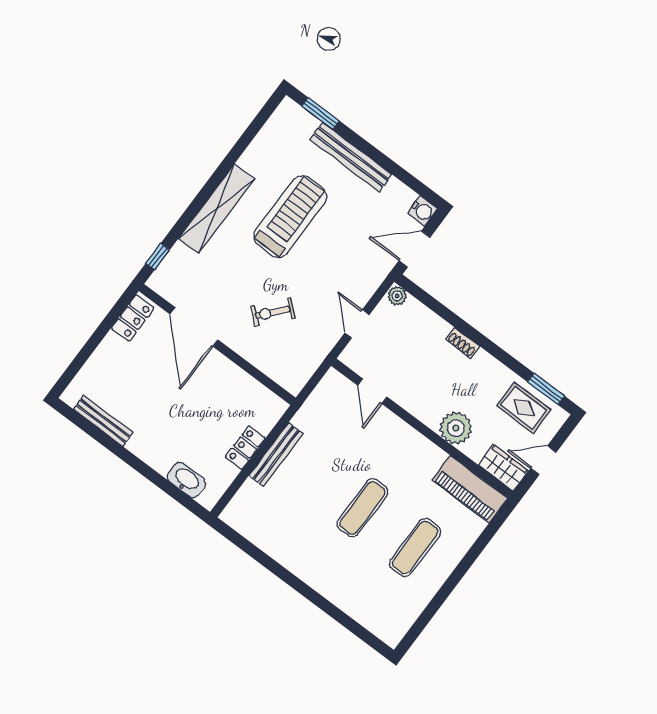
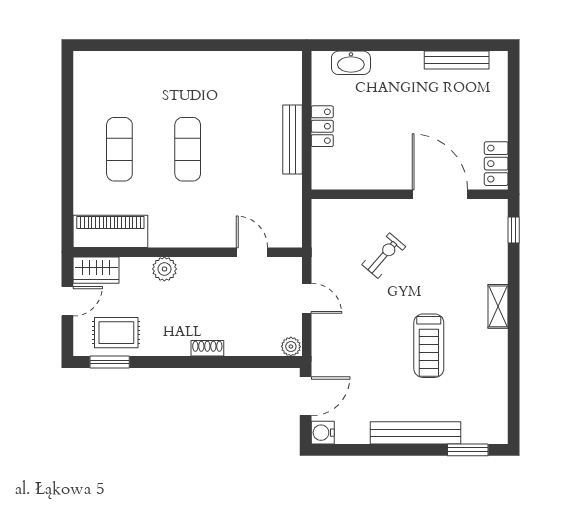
shelving: (217, 209) -> (498, 306), width x0.45, depth x0.75
treadmill: (290, 217) -> (429, 346), width x0.73, depth x0.73
plant: (456, 428) -> (164, 269), width x0.73, depth x0.73

